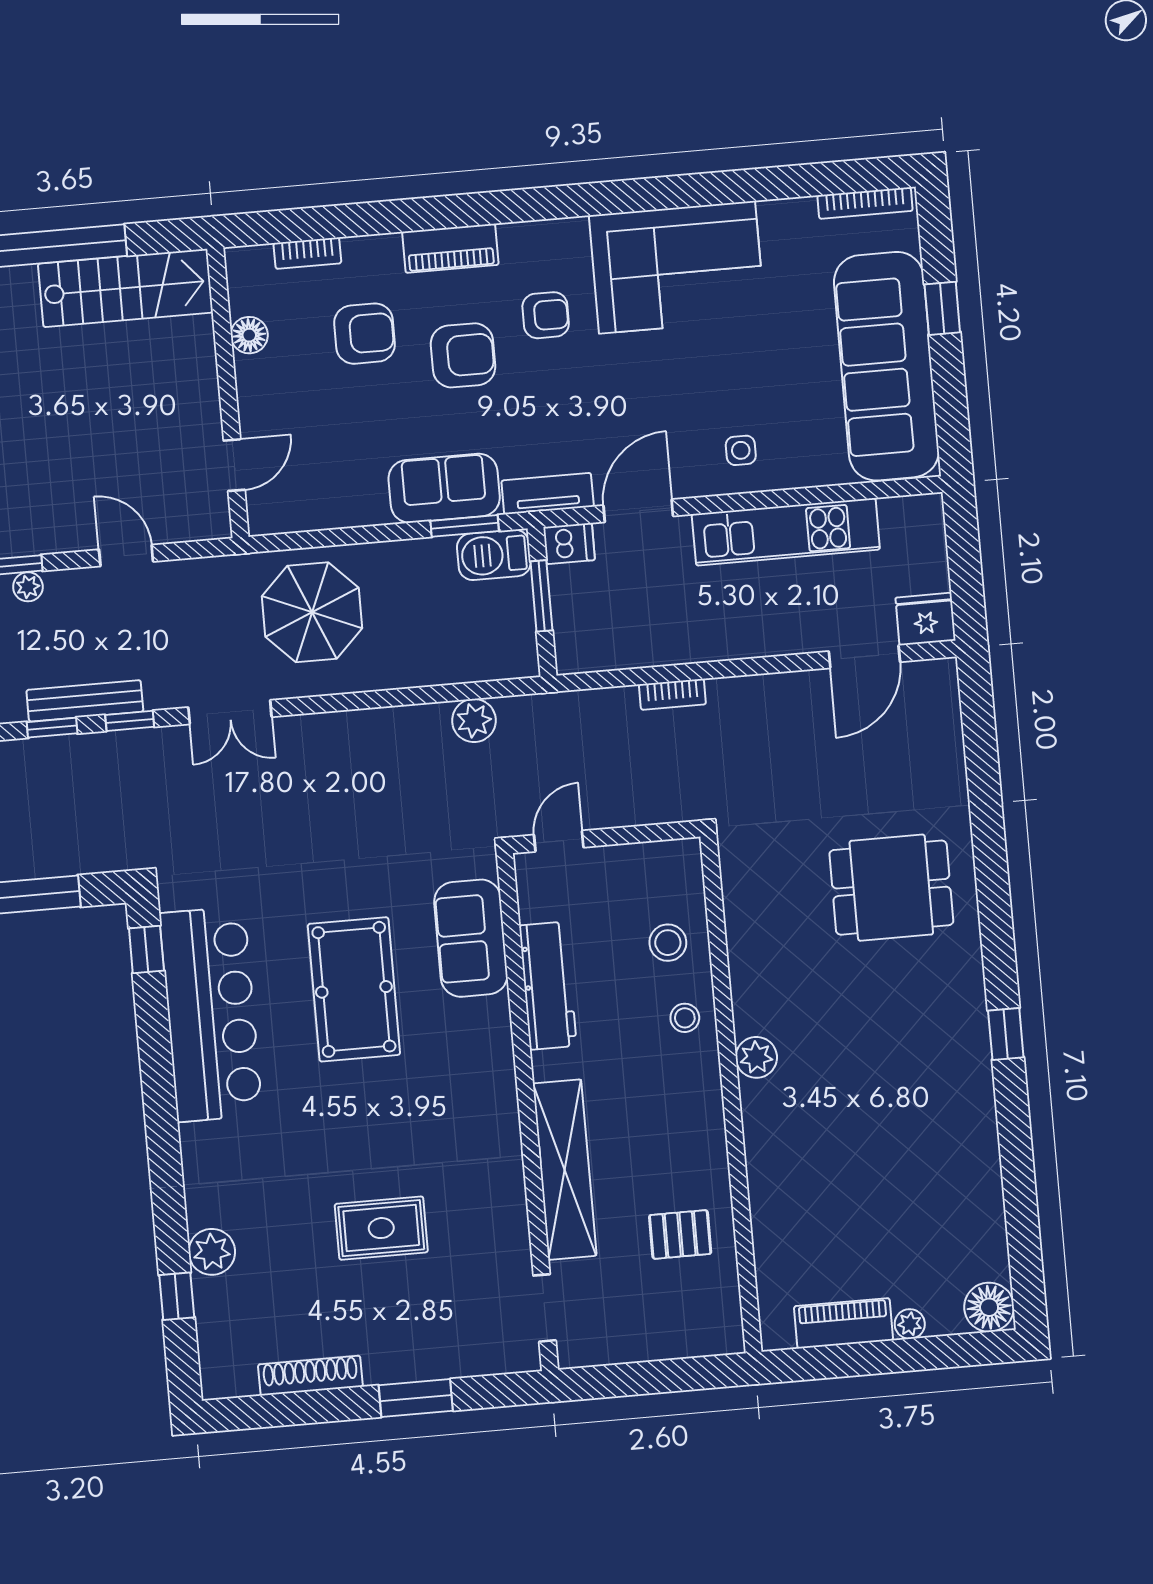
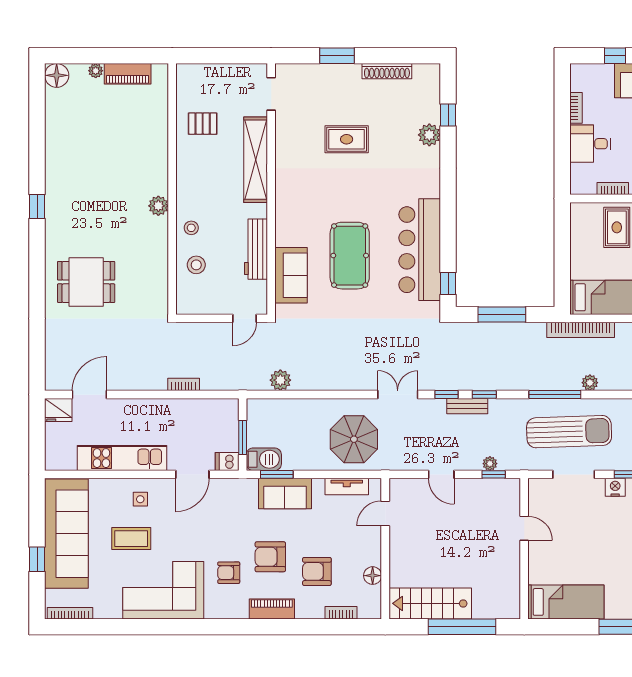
coffee table: (753, 368) -> (131, 539), added
tv unit: (548, 494) -> (347, 487), moved
bench: (85, 701) -> (467, 406), width x0.73

